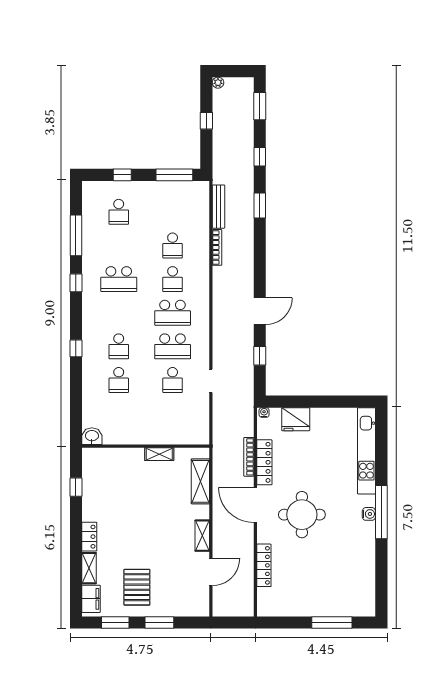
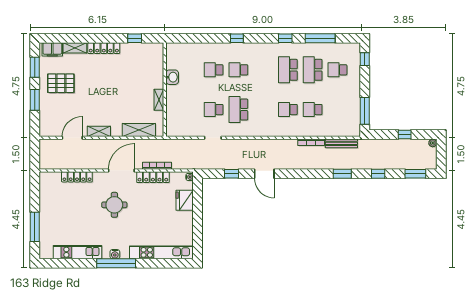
window: (122, 175) -> (365, 59), moved
school desk: (173, 313) -> (313, 70), moved
washbasin: (92, 436) -> (172, 77), moved
round table: (302, 515) -> (114, 205), width x0.73, depth x0.73
locker: (89, 537) -> (104, 48), width x1.53
kitchen unit: (366, 565) -> (77, 252), added
door: (211, 572) -> (72, 138), swing flipped

